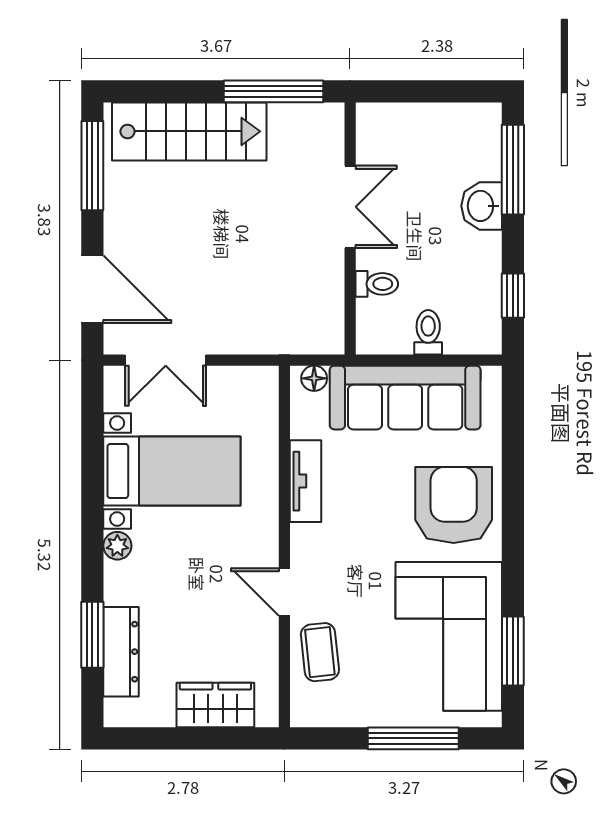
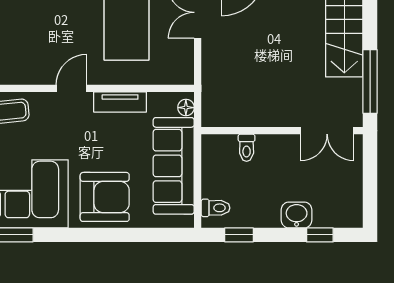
window: (513, 170) -> (320, 235), width x0.46
double door: (350, 207) -> (327, 131), moved
toilet: (428, 332) -> (215, 208), moved
door: (284, 592) -> (71, 88), moved

